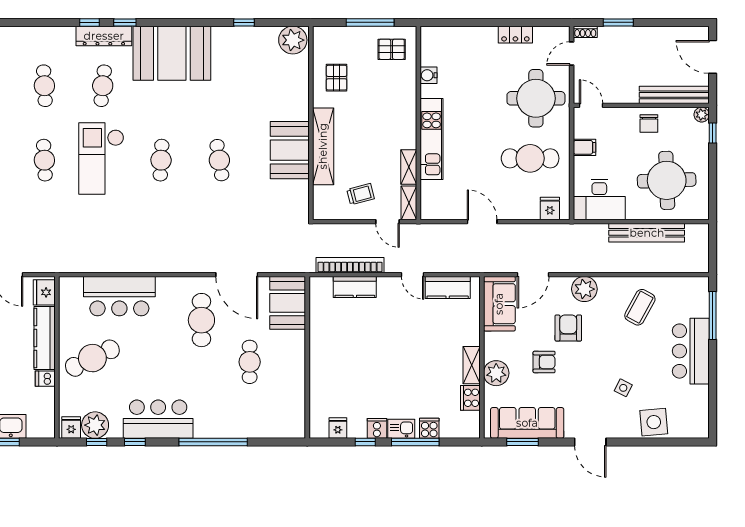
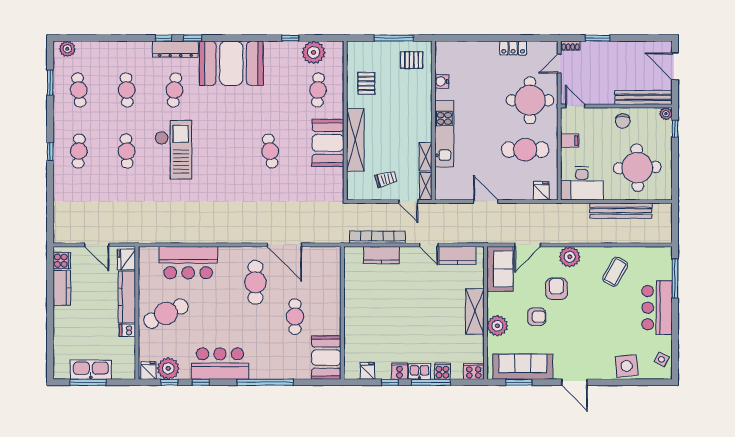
plant: (293, 40) -> (314, 52), moved
checkout: (101, 158) -> (173, 150), turned 180
cafe table: (161, 160) -> (318, 90), moved
booth: (288, 303) -> (326, 358), moved
shelving: (472, 365) -> (475, 312), width x1.50, depth x1.33
side table: (623, 388) -> (662, 359), moved
cooker: (470, 398) -> (474, 371), moved, turned 90

